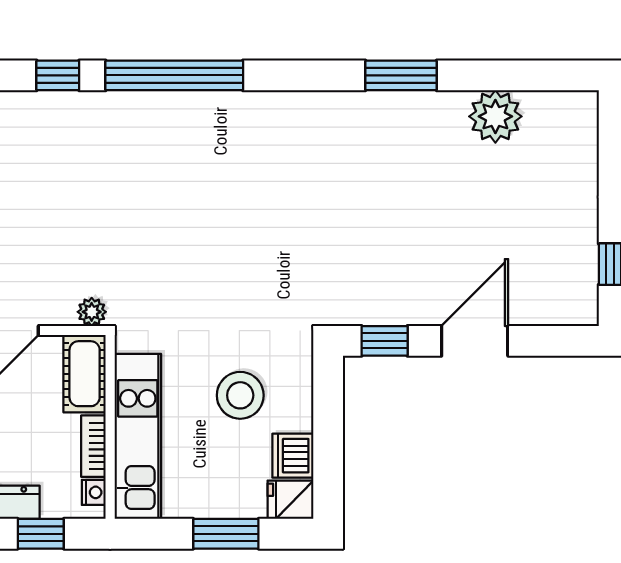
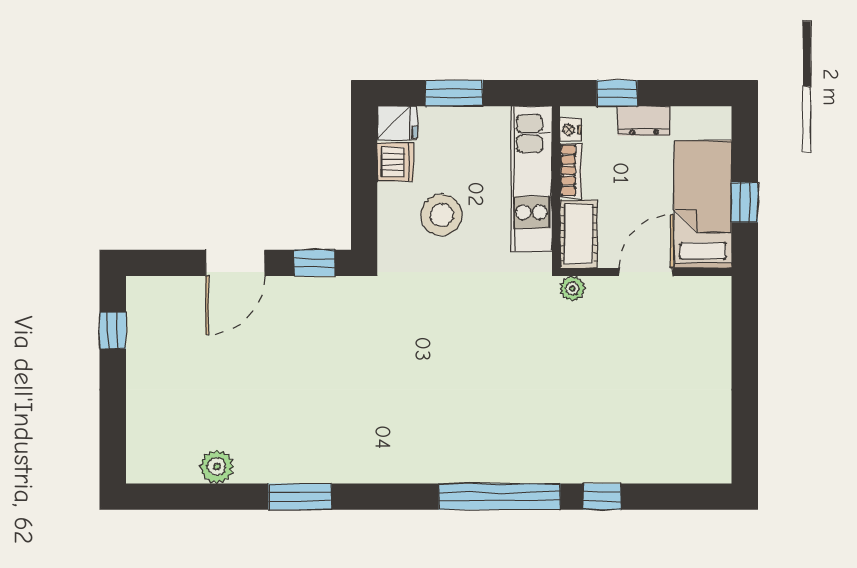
plant: (495, 116) -> (217, 467), width x0.73, depth x0.73

